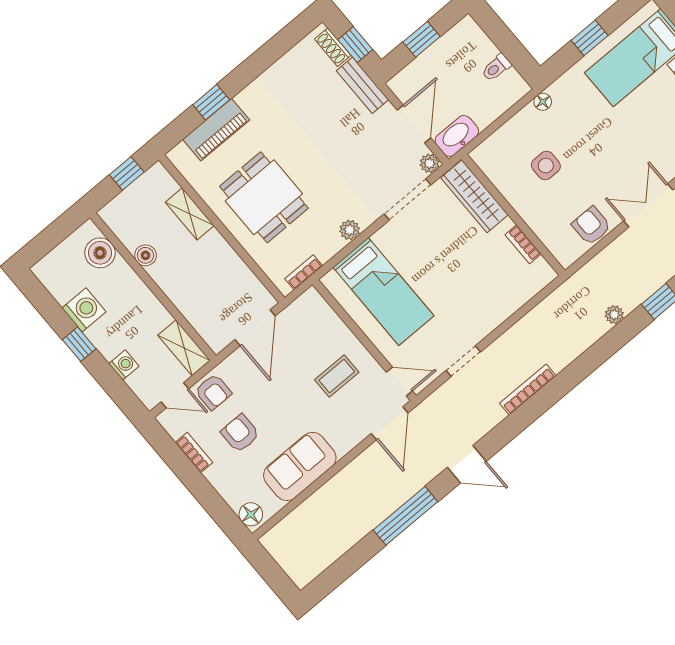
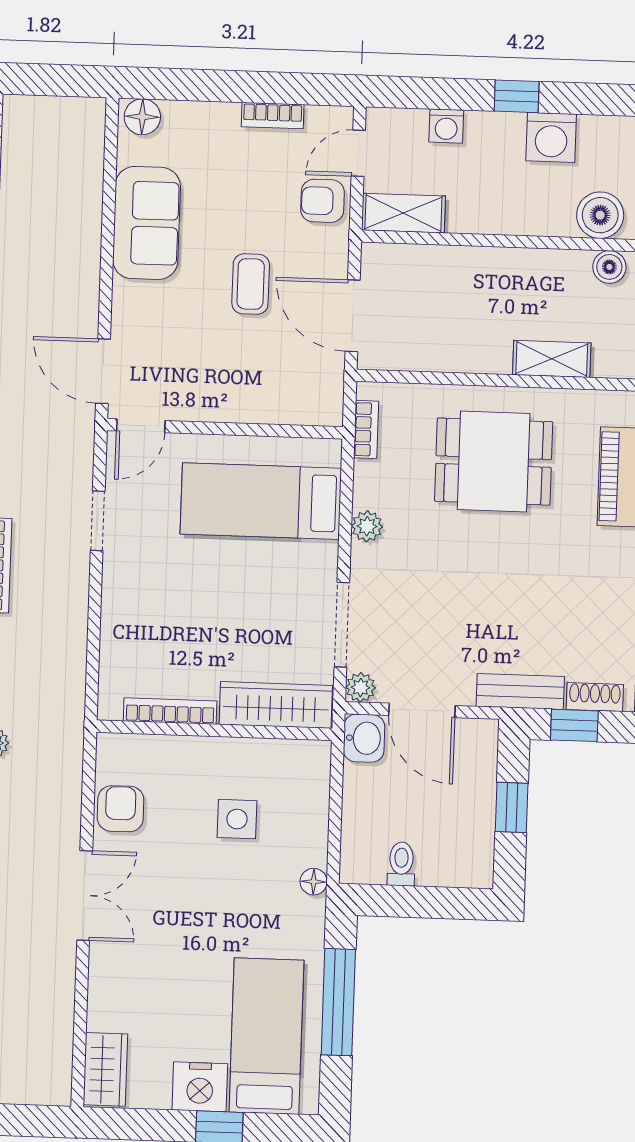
window: (590, 38) -> (338, 1002), width x2.17
washbasin: (457, 136) -> (364, 738), width x0.72
armchair: (591, 226) -> (121, 809), turned -90
bookcase: (523, 244) -> (170, 711), width x1.56
boiler: (145, 255) -> (609, 267), moved
coffee table: (337, 376) -> (251, 284), moved
armchair: (240, 433) -> (247, 189), removed

